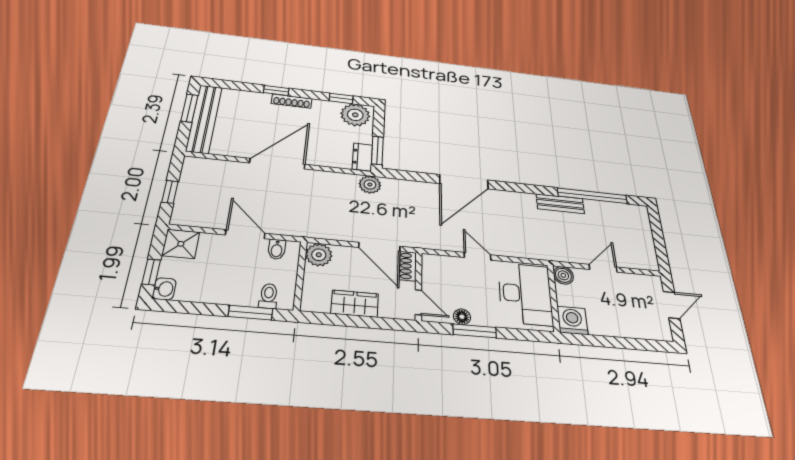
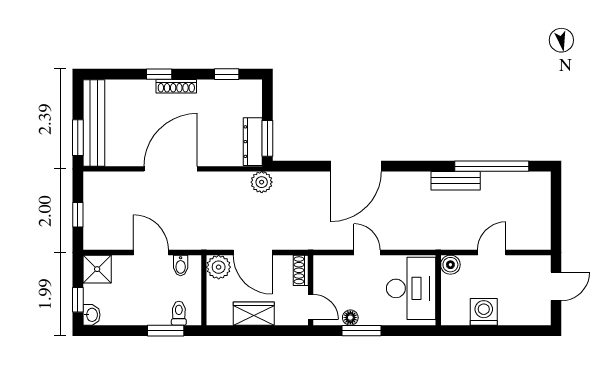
window: (189, 108) -> (78, 138), moved
plant: (355, 115) -> (243, 95), removed
dresser: (362, 157) -> (253, 142), width x1.44
door: (379, 247) -> (253, 253), moved
washing machine: (572, 320) -> (484, 312), moved

